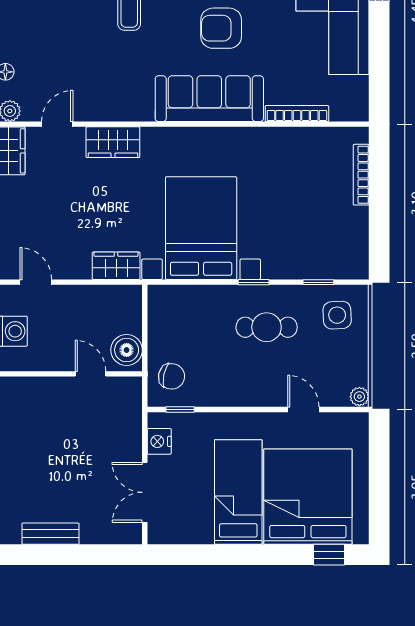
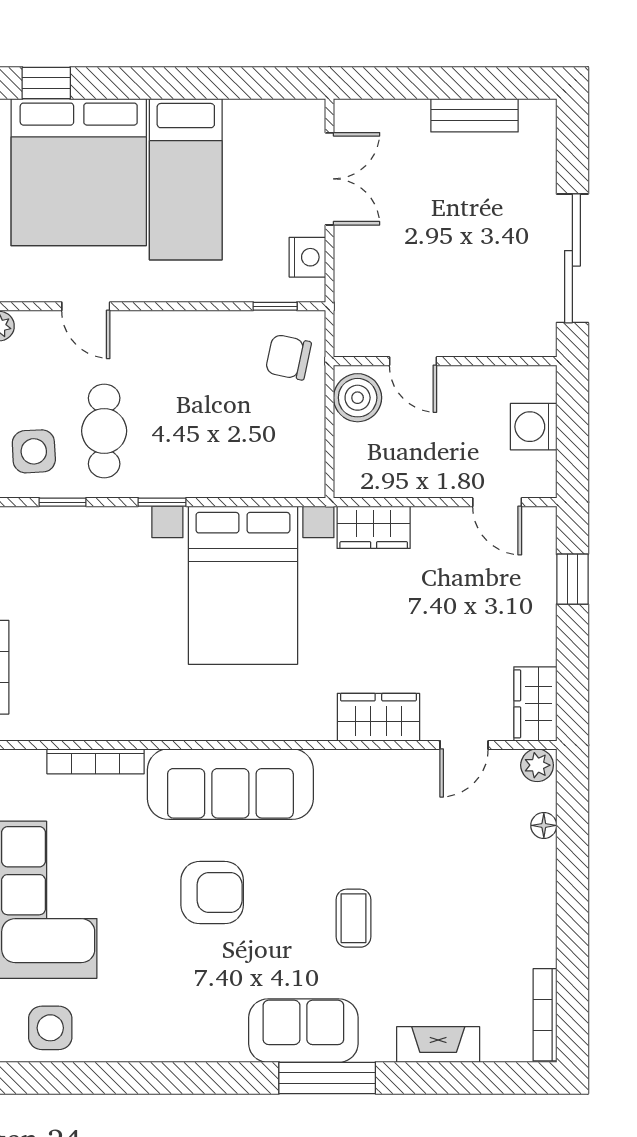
cafe table: (267, 327) -> (104, 431), moved, turned 90

